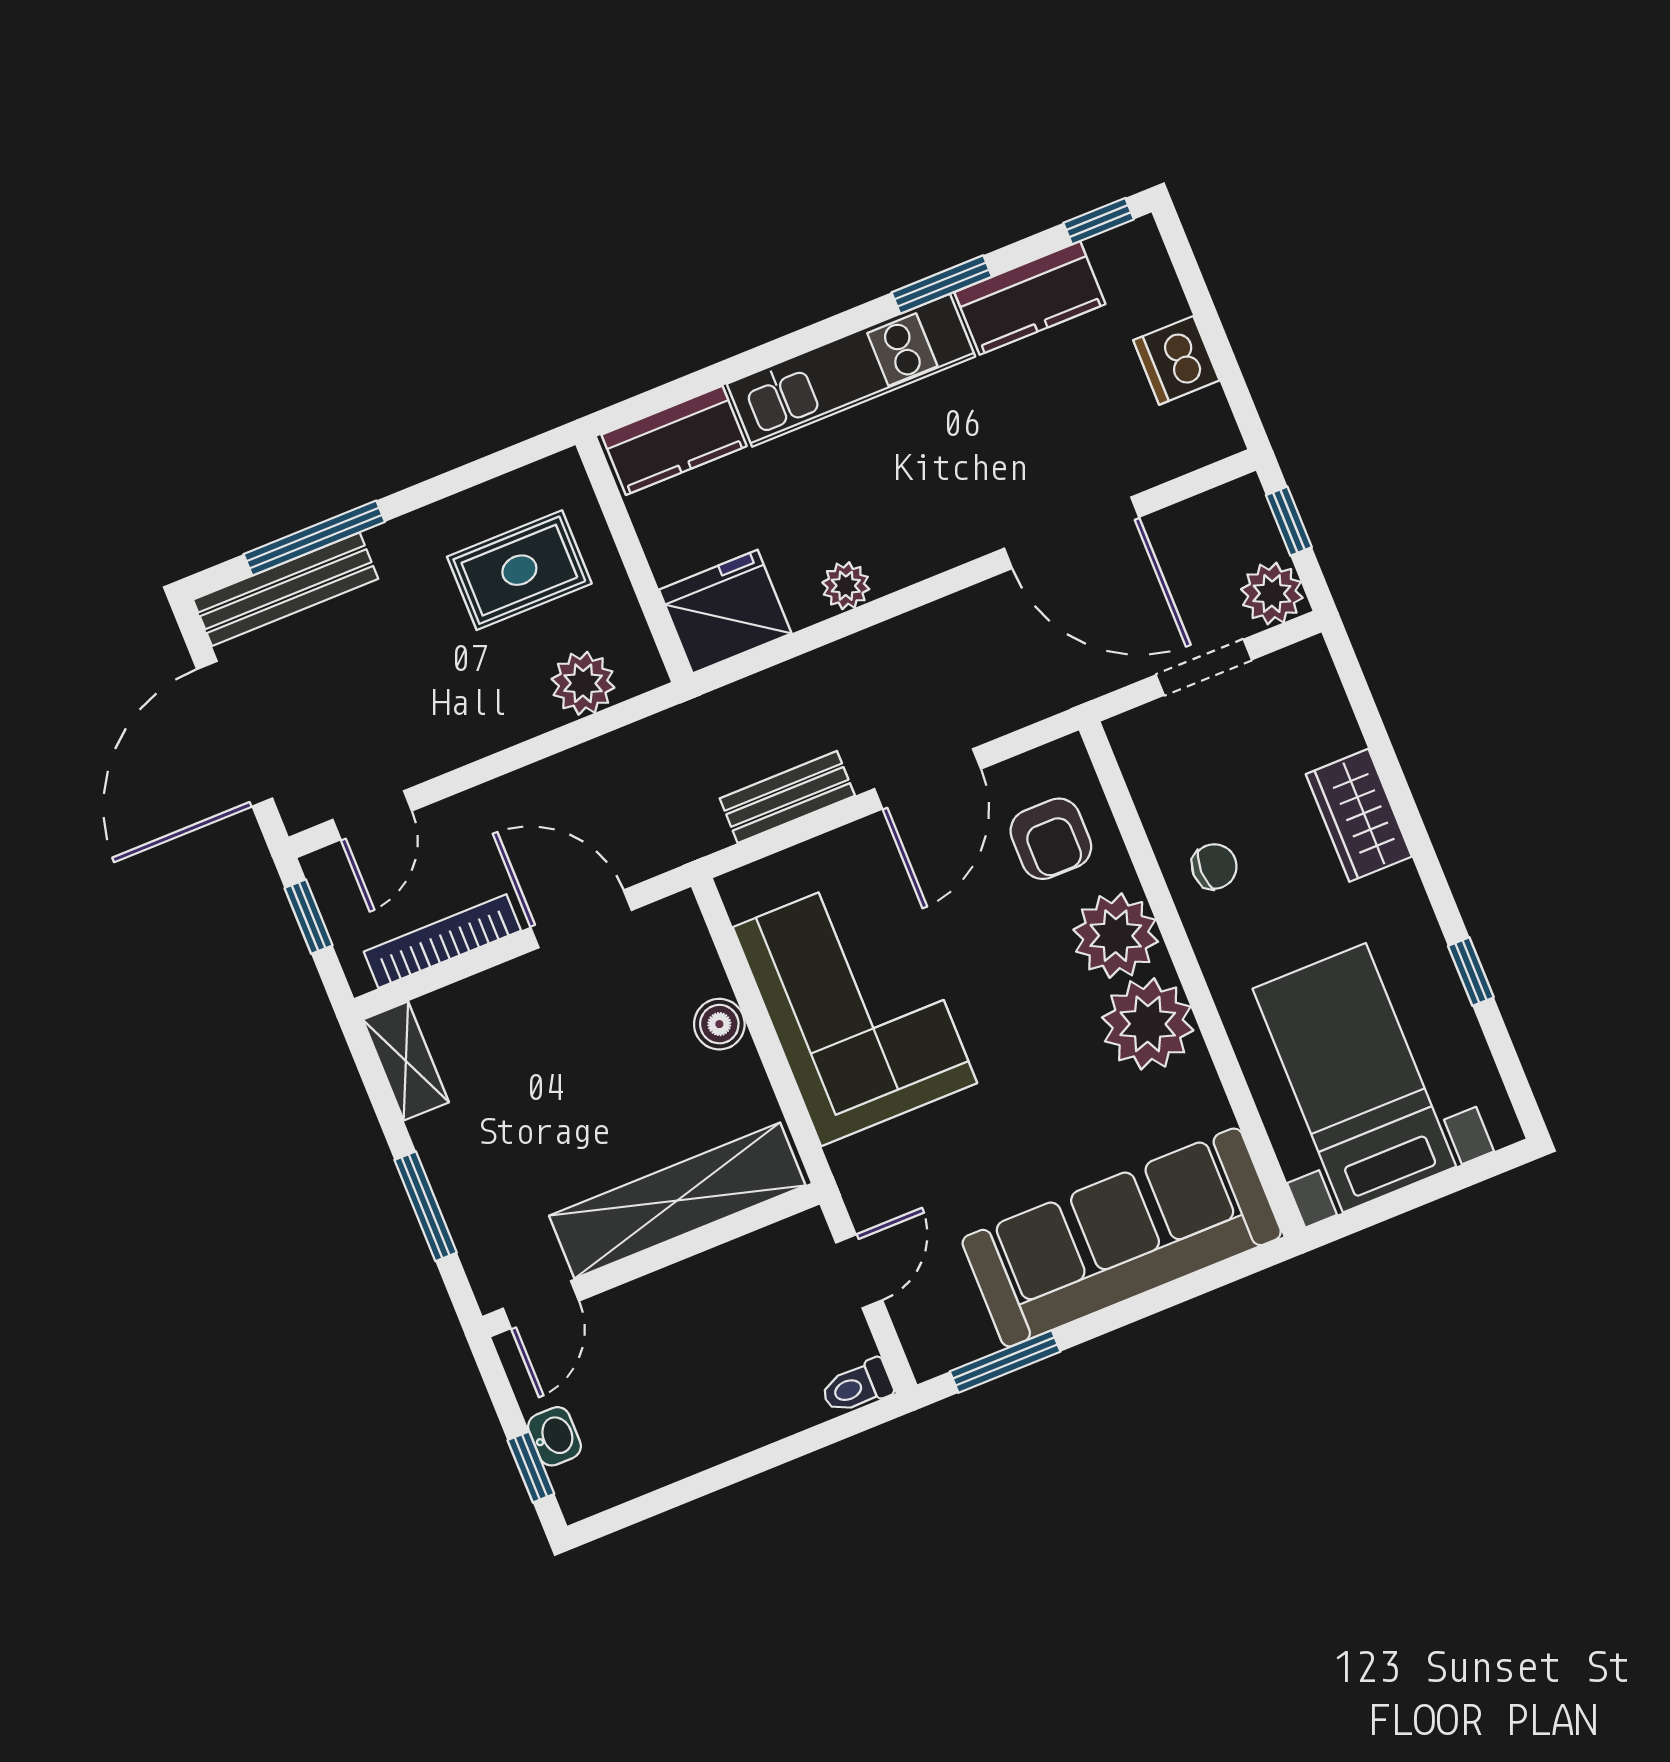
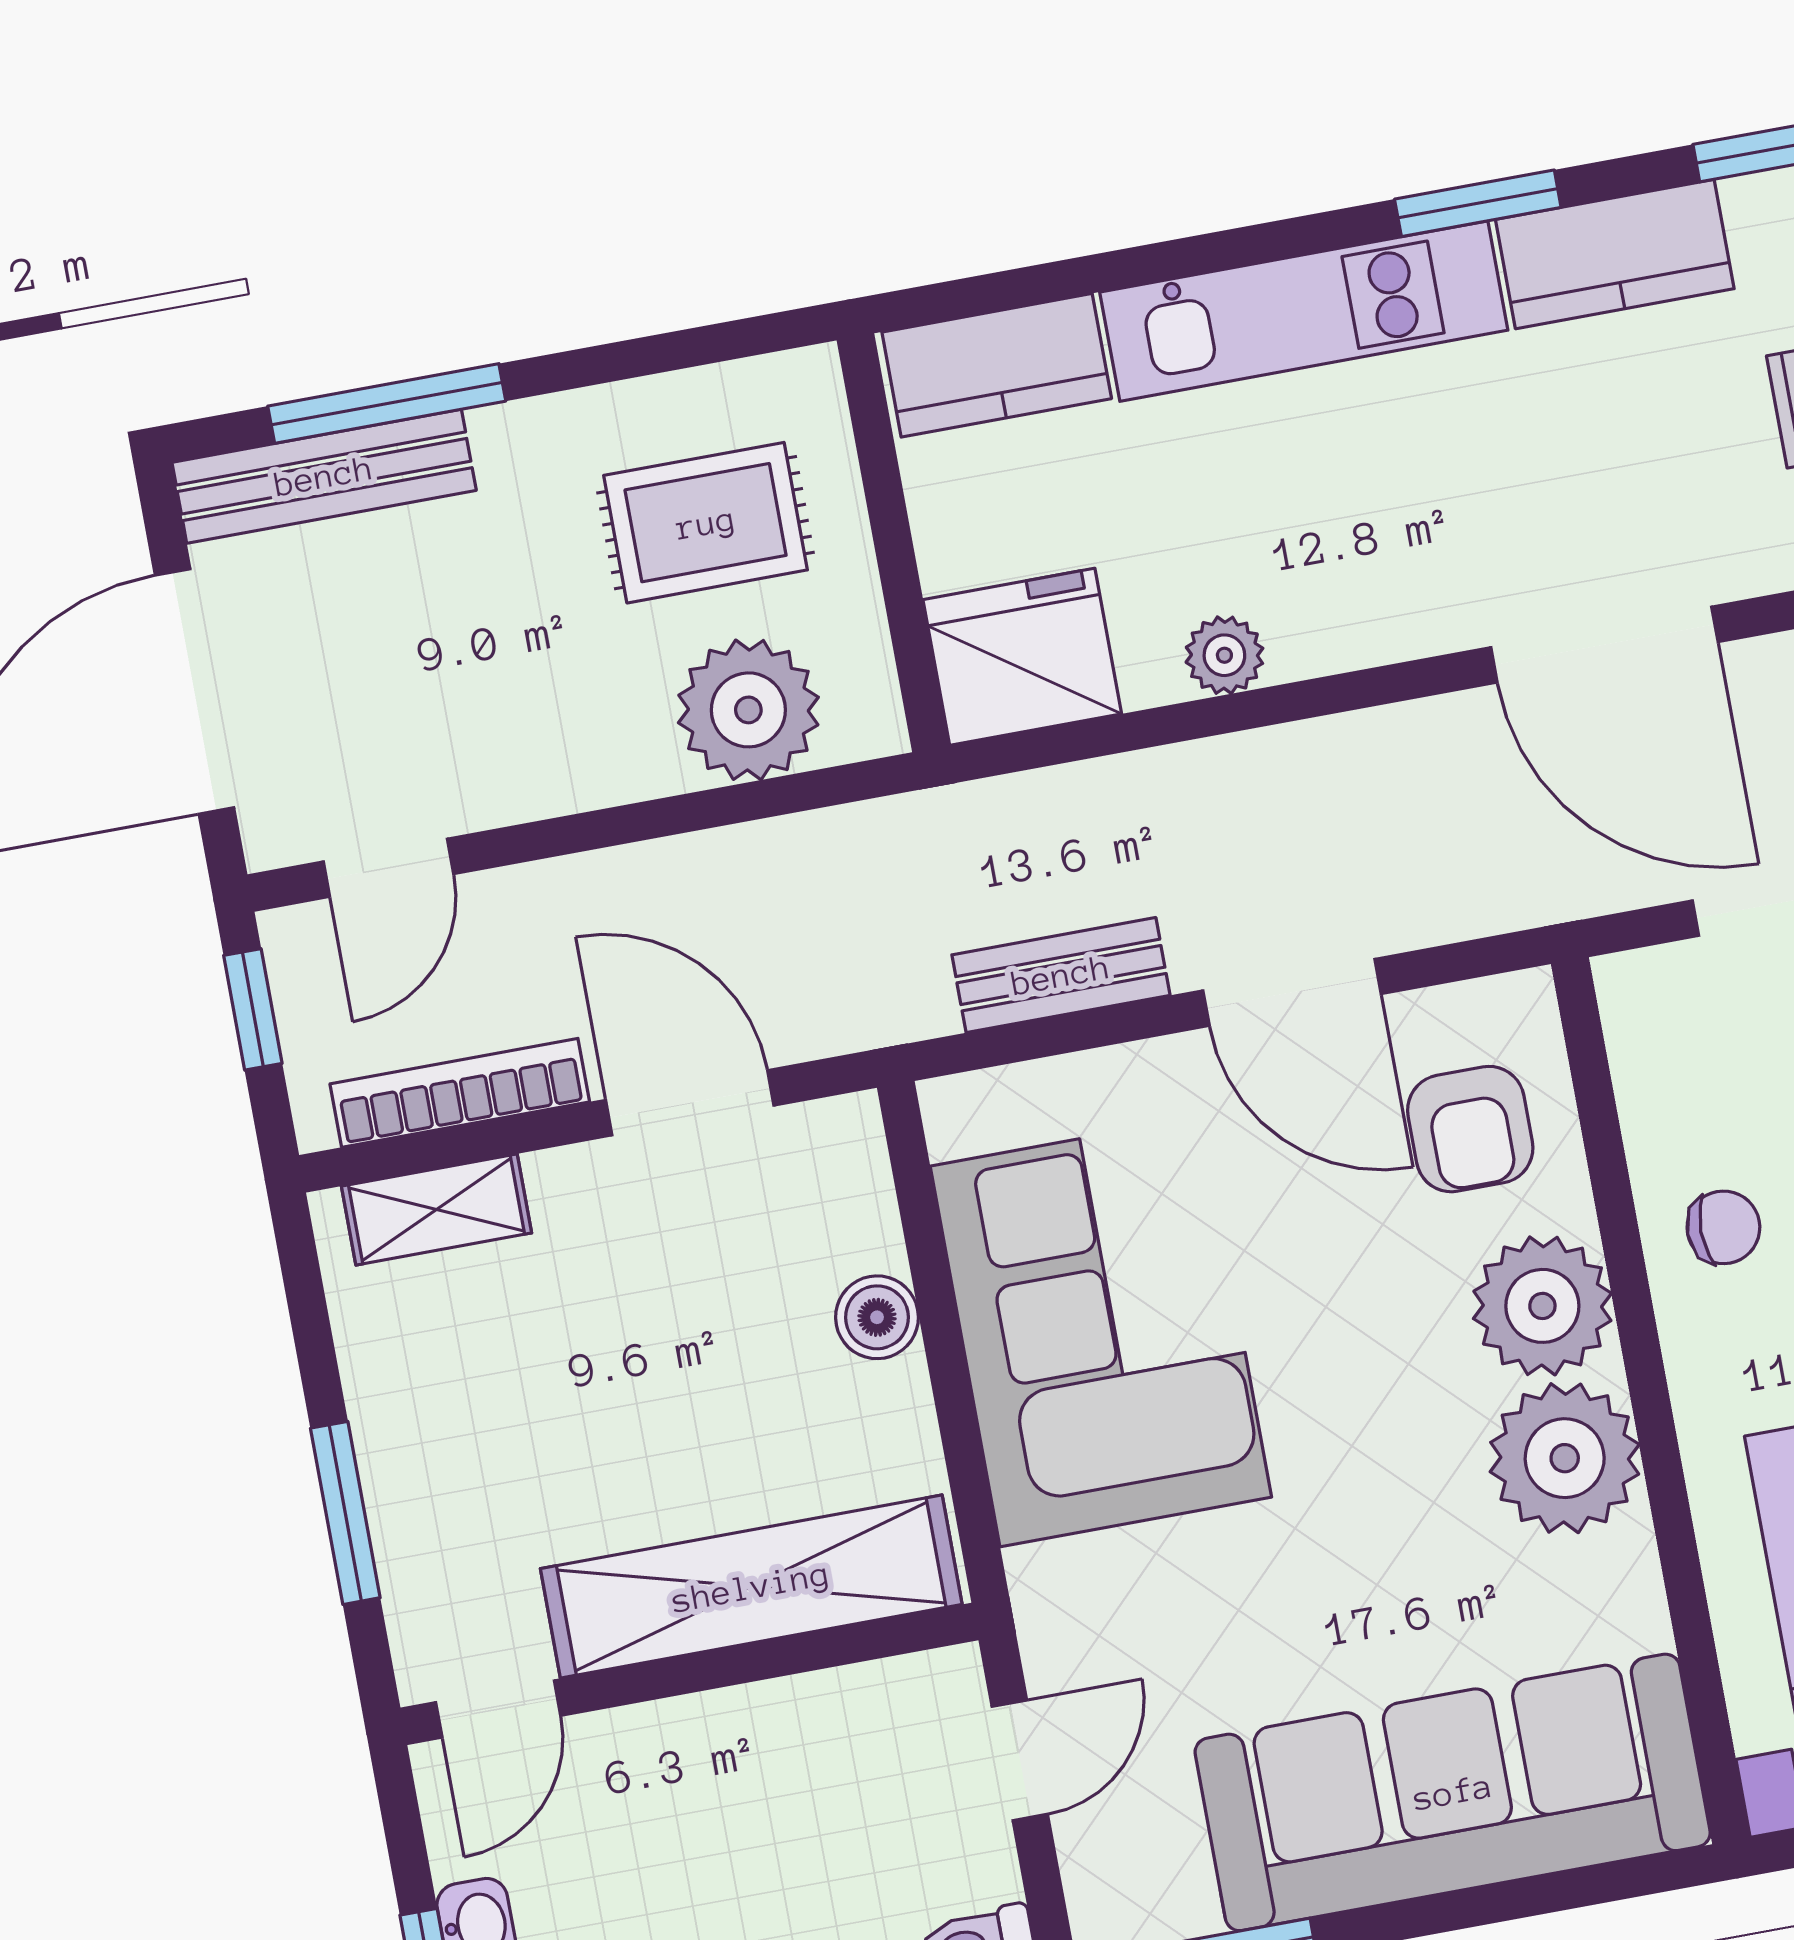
plant: (583, 683) -> (748, 710), width x1.36, depth x1.36
door: (928, 779) -> (1292, 992), hinge flipped
shelving: (406, 1061) -> (437, 1210), moved, turned 90

